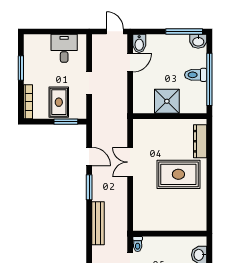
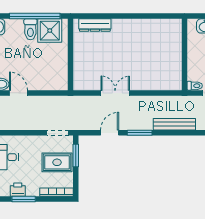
printer: (31, 62) -> (18, 190), added
doorway: (89, 83) -> (58, 133), moved
shower: (167, 101) -> (50, 31), moved
double door: (130, 162) -> (115, 93), swing flipped
rug: (178, 174) -> (127, 46), removed

